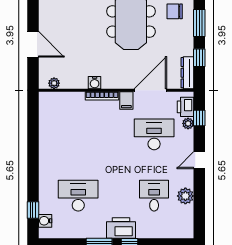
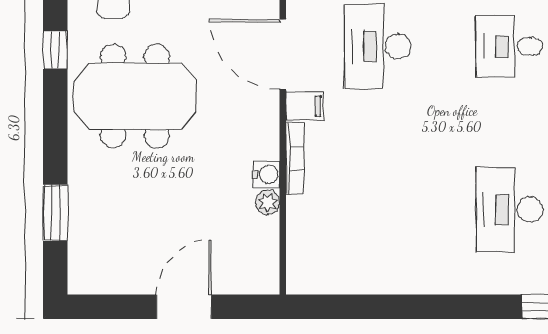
plant: (54, 83) -> (268, 202), moved

